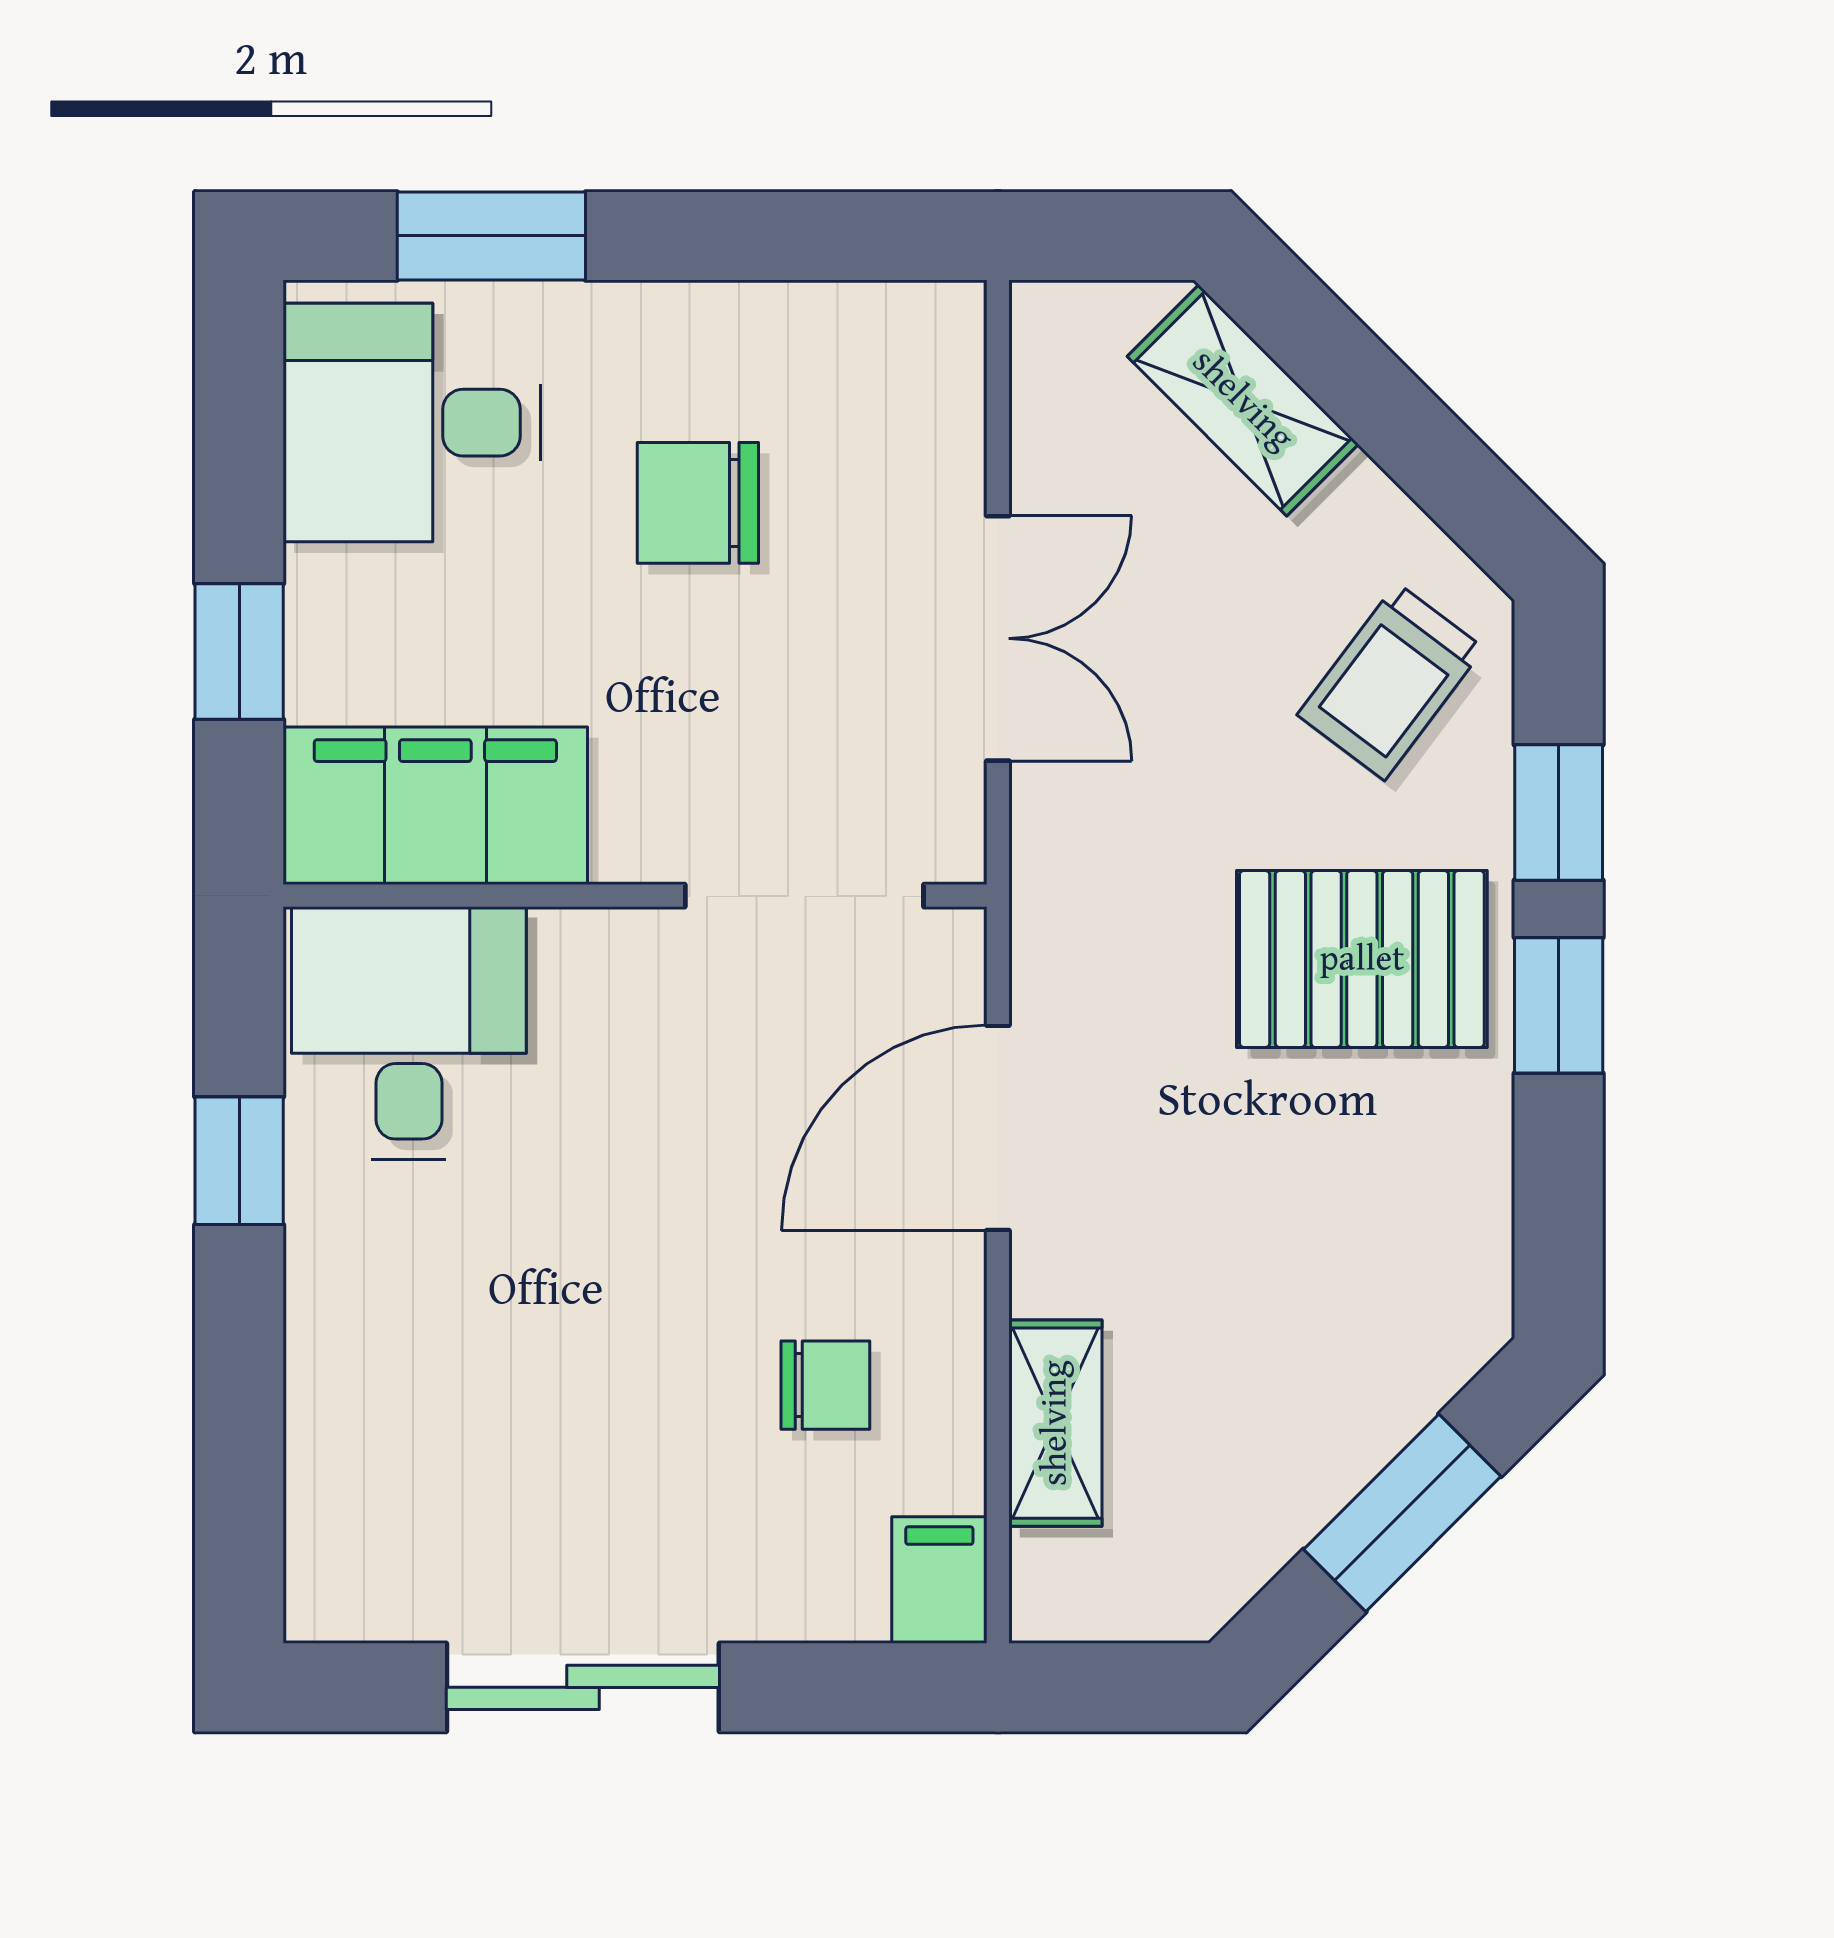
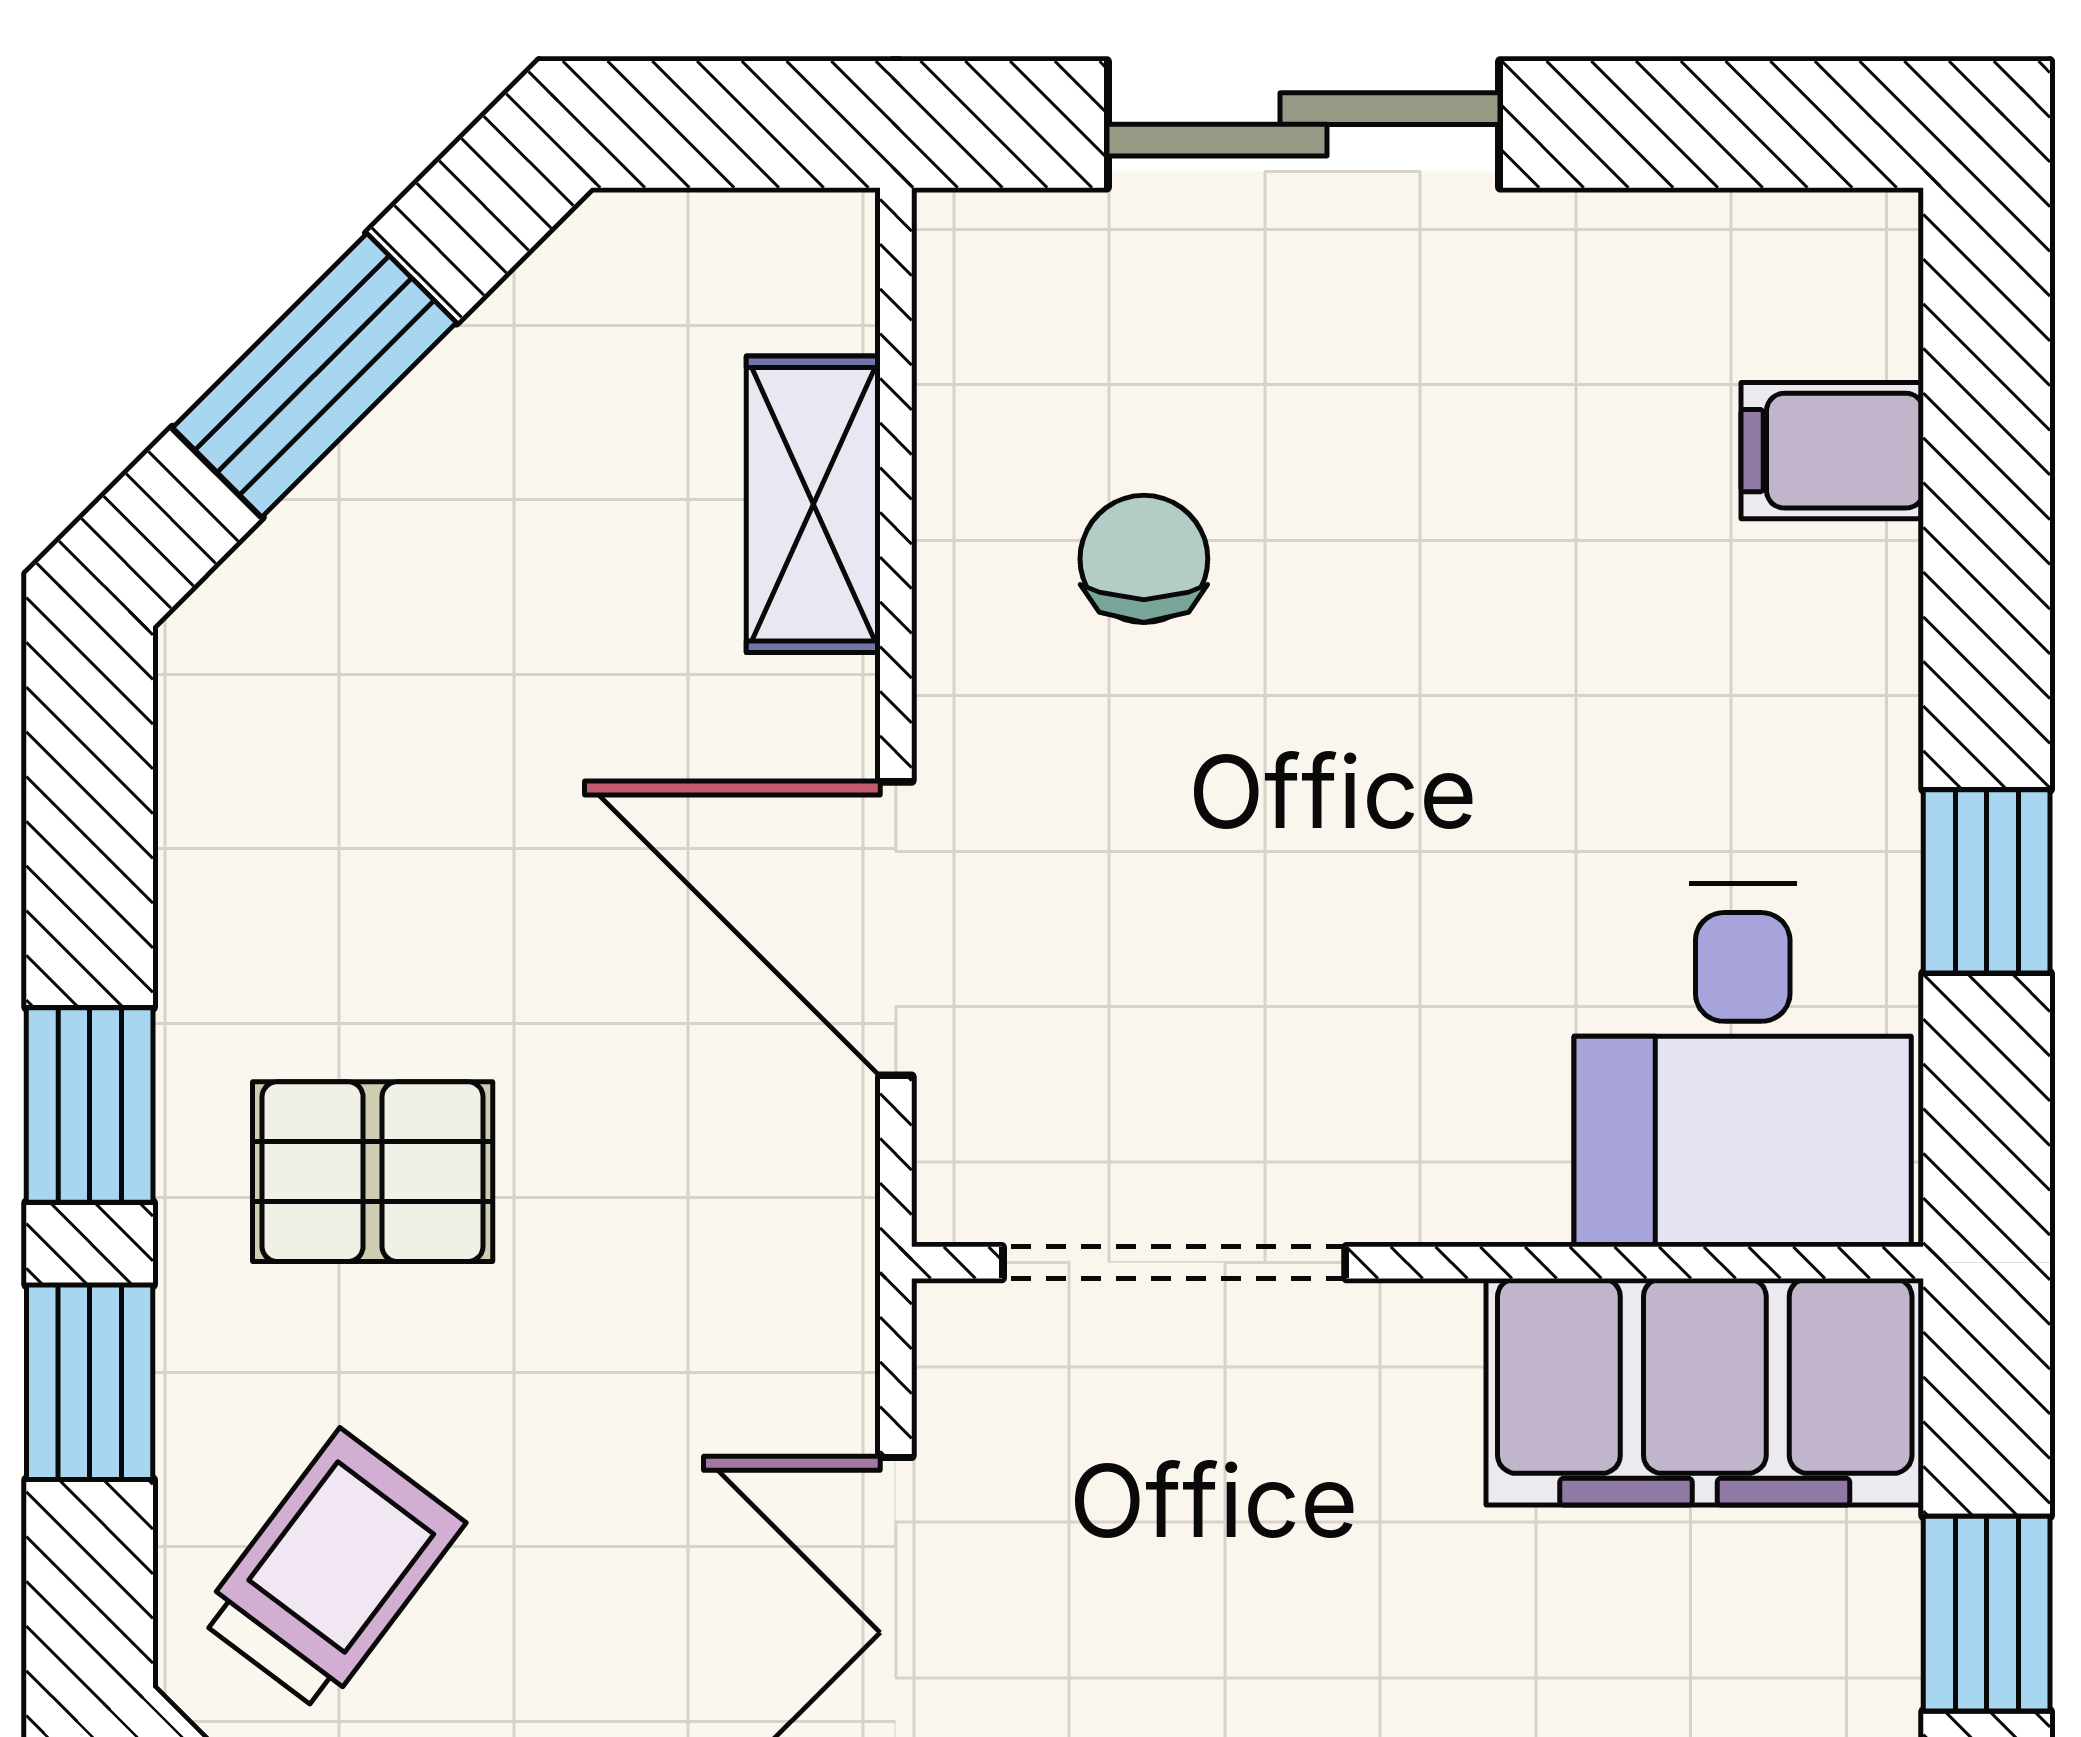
pallet: (1362, 959) -> (373, 1172), width x0.67, depth x0.71
door: (998, 1128) -> (896, 929), swing flipped
chair: (825, 1385) -> (1144, 559), turned 90
filing cabinet: (939, 1580) -> (1832, 451), moved, turned 90
sliding door: (583, 1687) -> (1304, 124), moved

